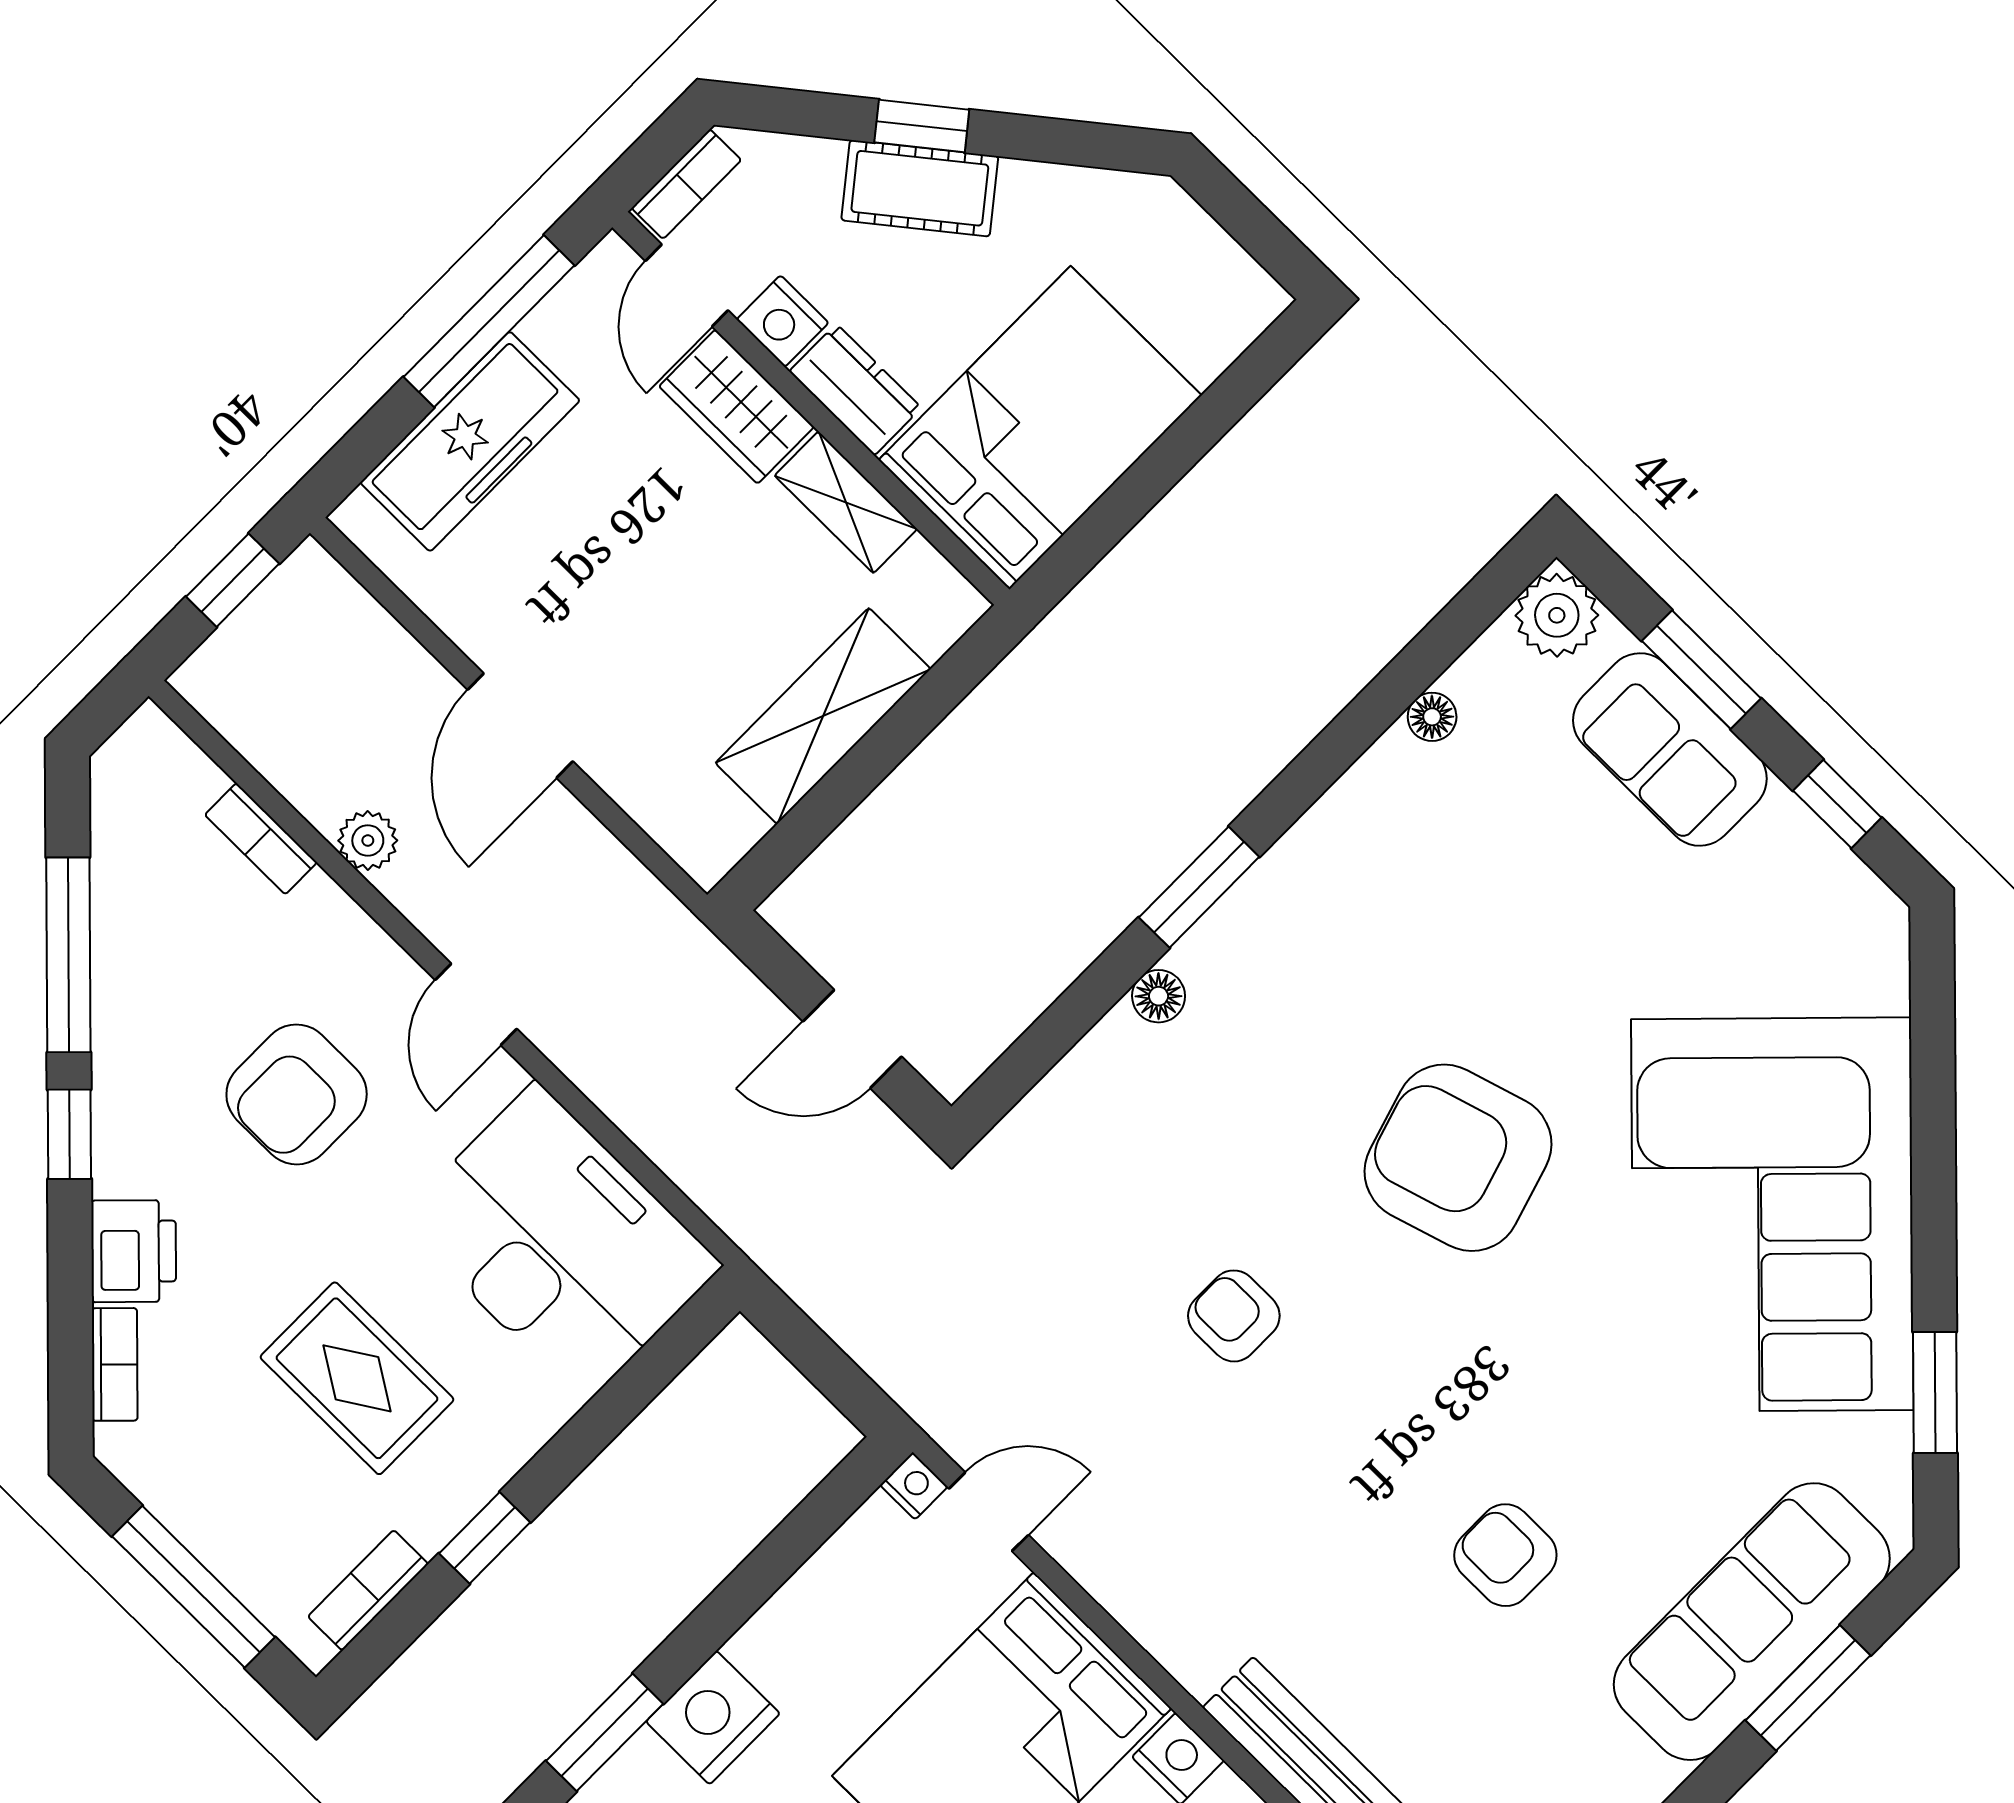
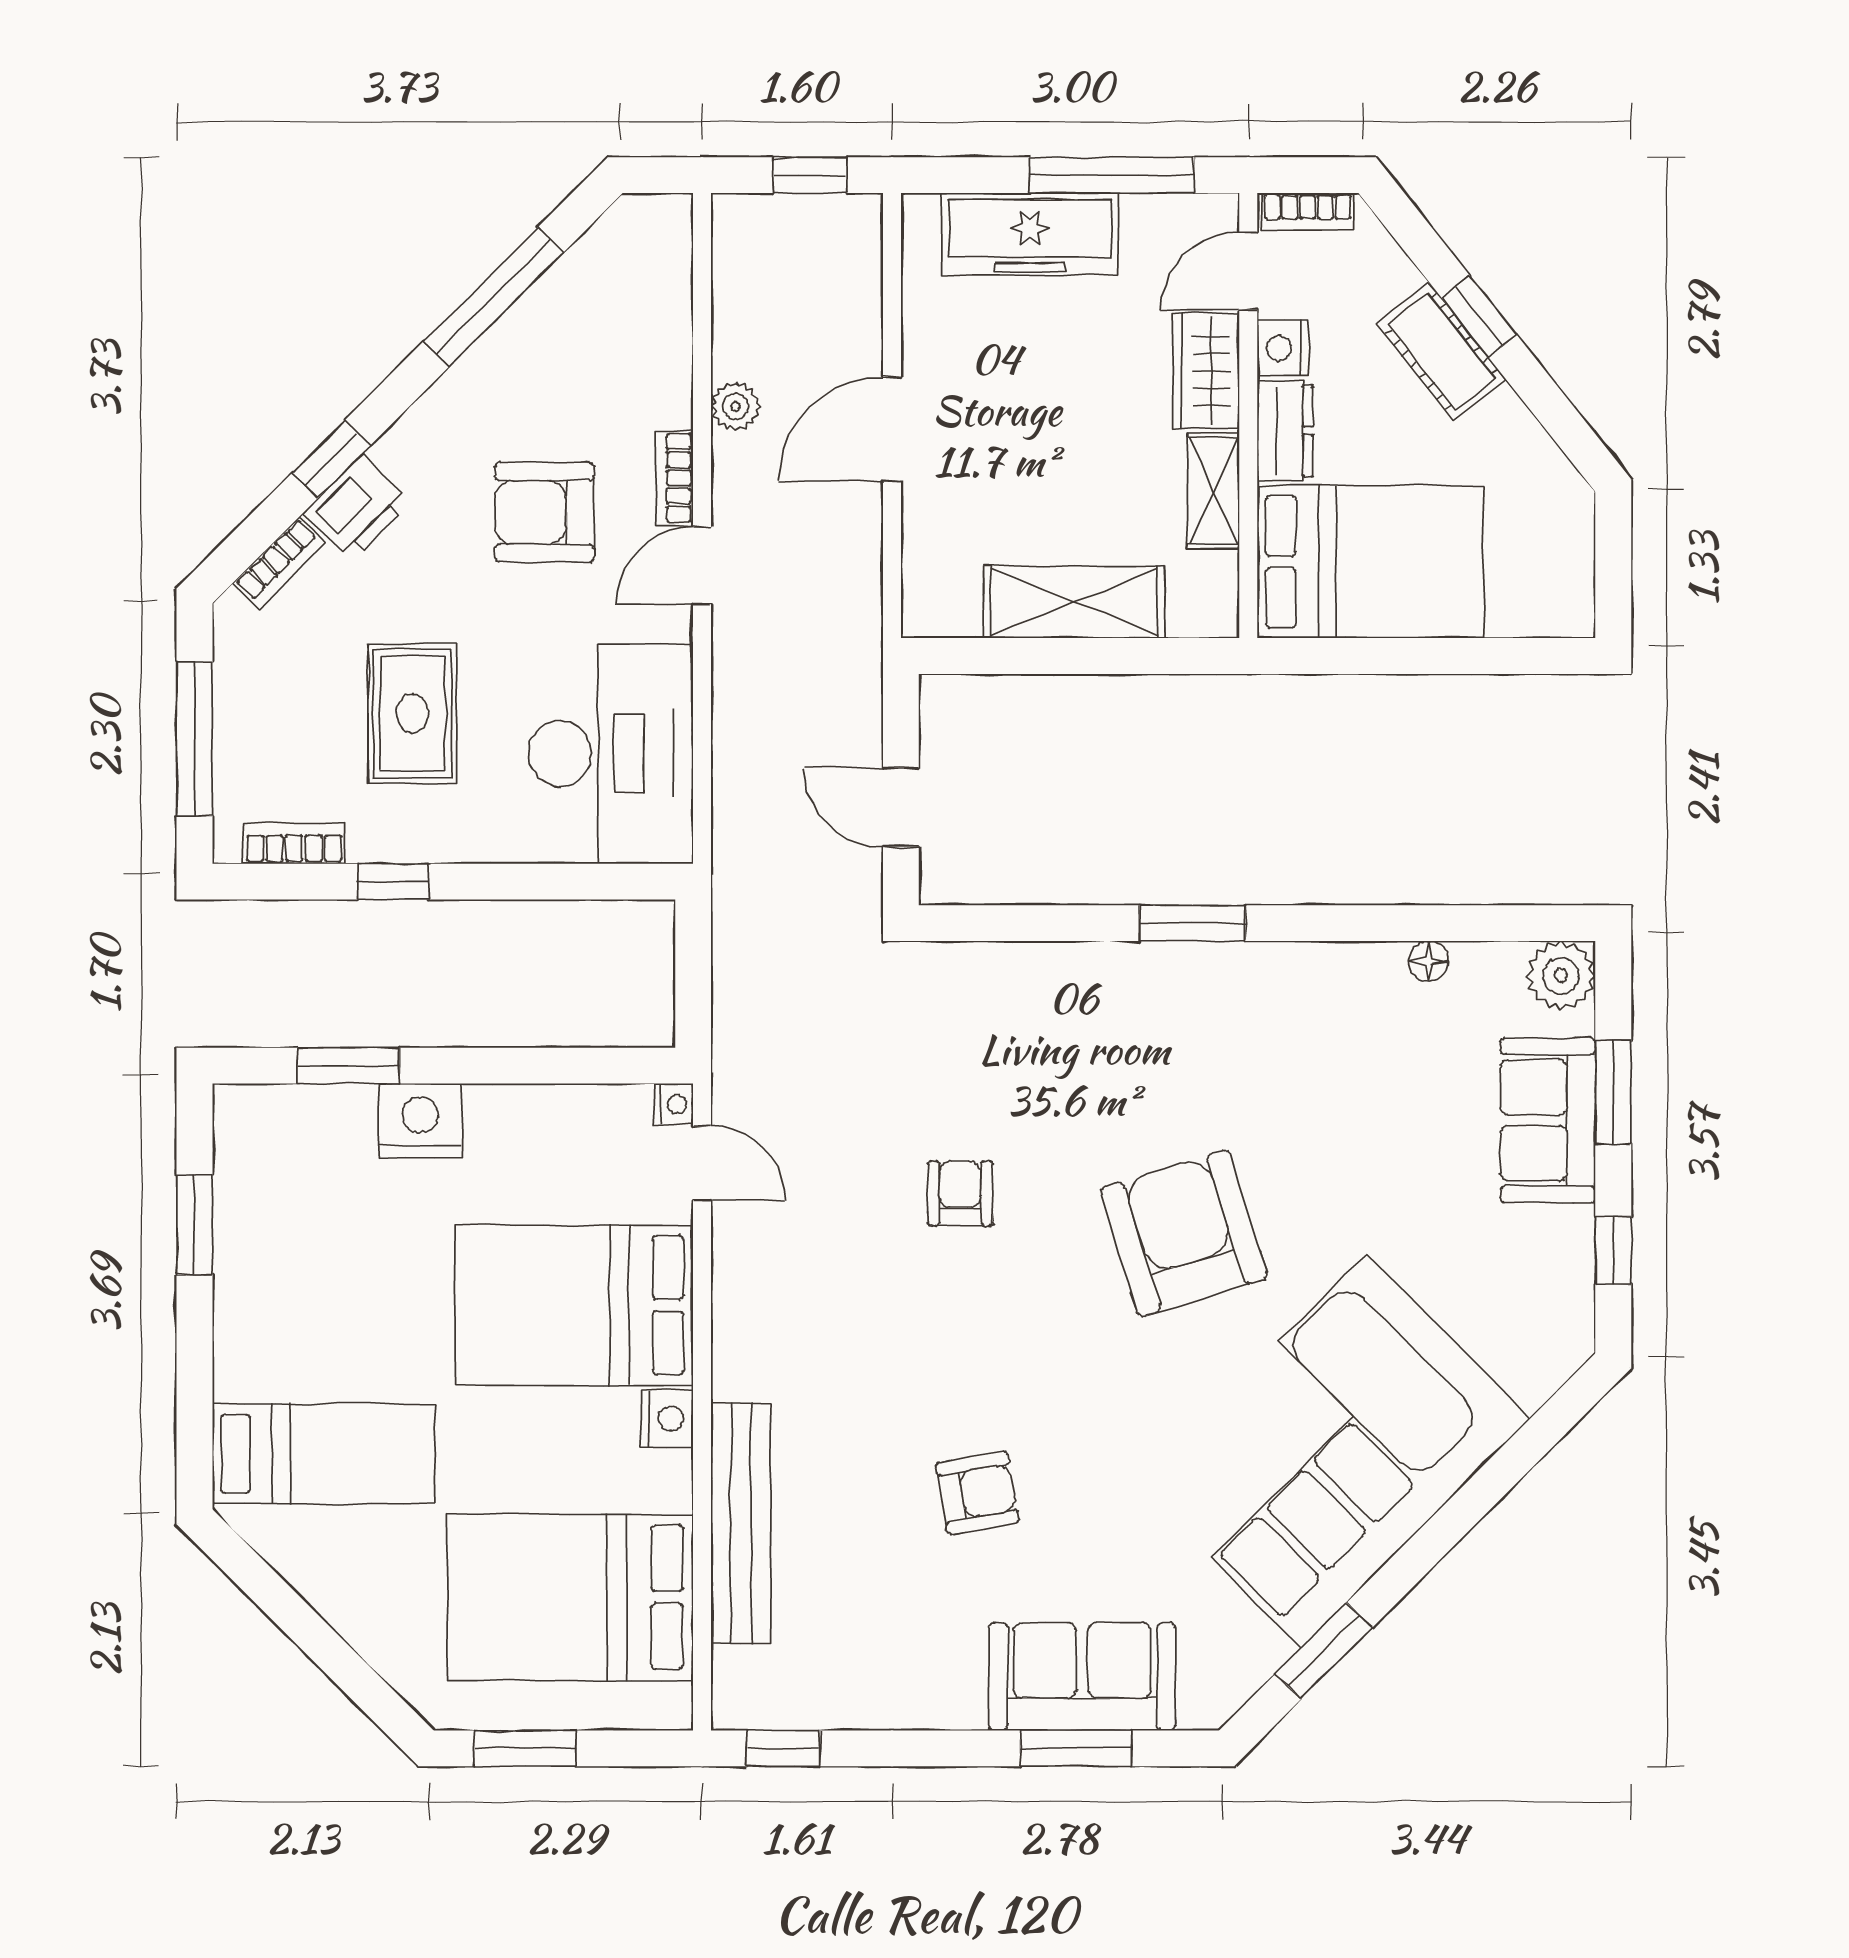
bookcase: (261, 839) -> (674, 478), moved
floor lamp: (1159, 996) -> (1105, 963), removed
window: (69, 1134) -> (331, 459), moved
armchair: (1505, 1555) -> (978, 1493), turned 80
sofa: (1752, 1622) -> (1082, 1677), width x0.73

